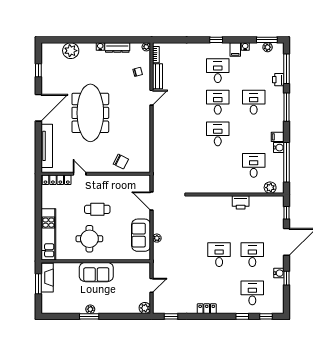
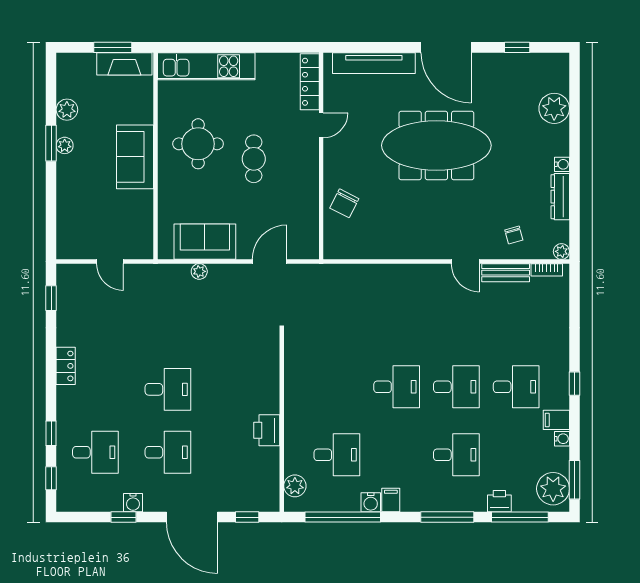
plant: (268, 47) -> (553, 489), width x1.87, depth x1.87
plant: (145, 308) -> (67, 110), moved

